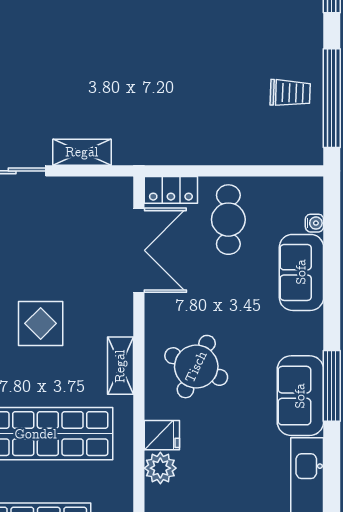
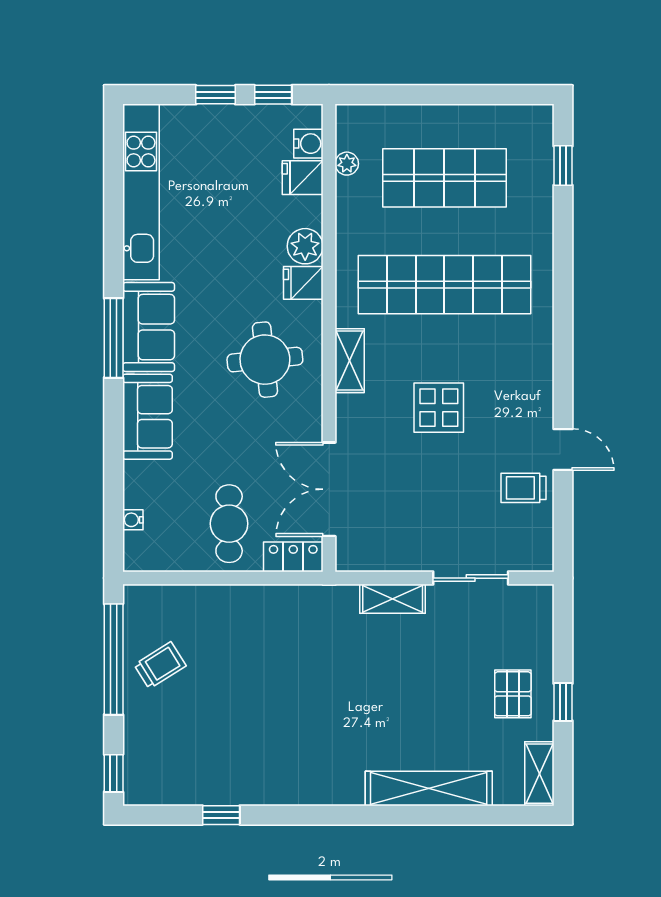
trolley: (290, 93) -> (160, 665), turned 146
sofa: (301, 272) -> (147, 417), moved
round table: (196, 367) -> (265, 360), turned -31

